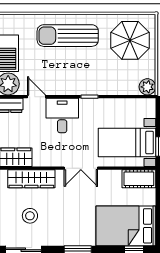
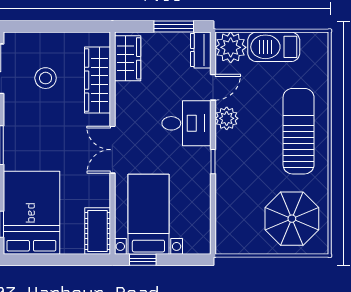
plant: (147, 87) -> (227, 118), moved

